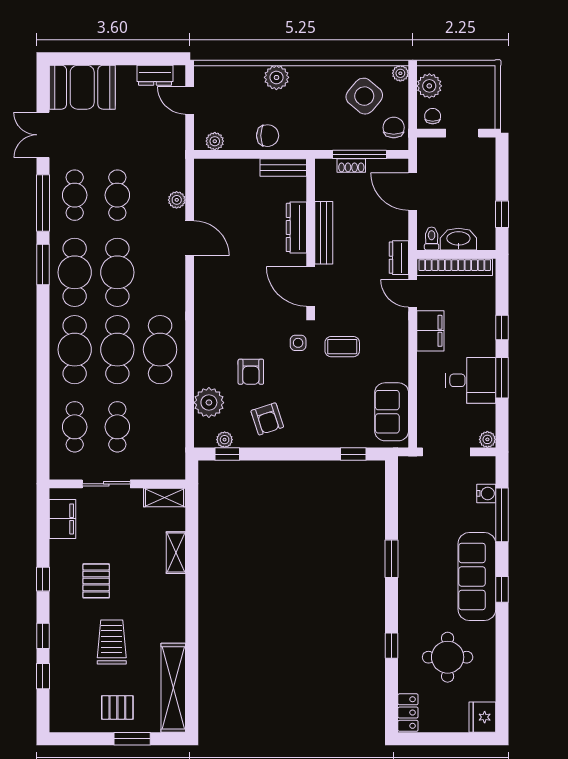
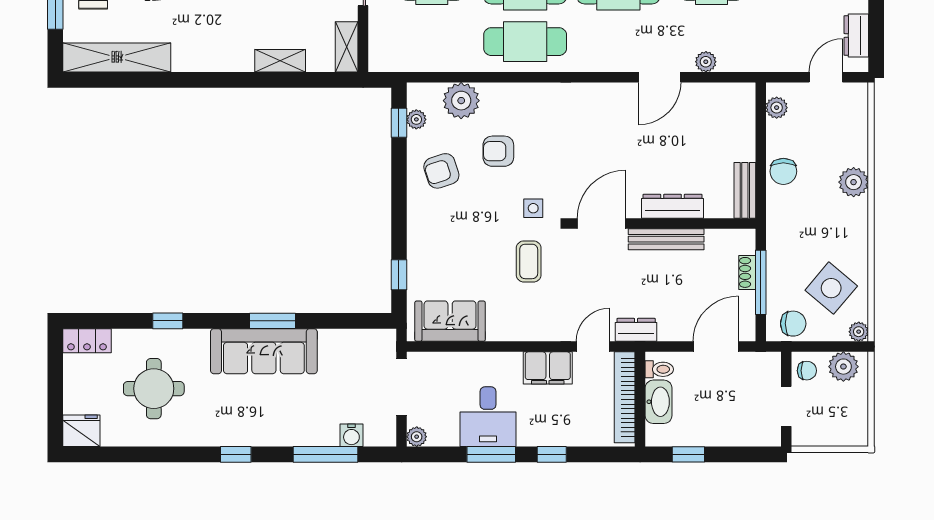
sofa: (477, 576) -> (264, 351), moved, turned 180

